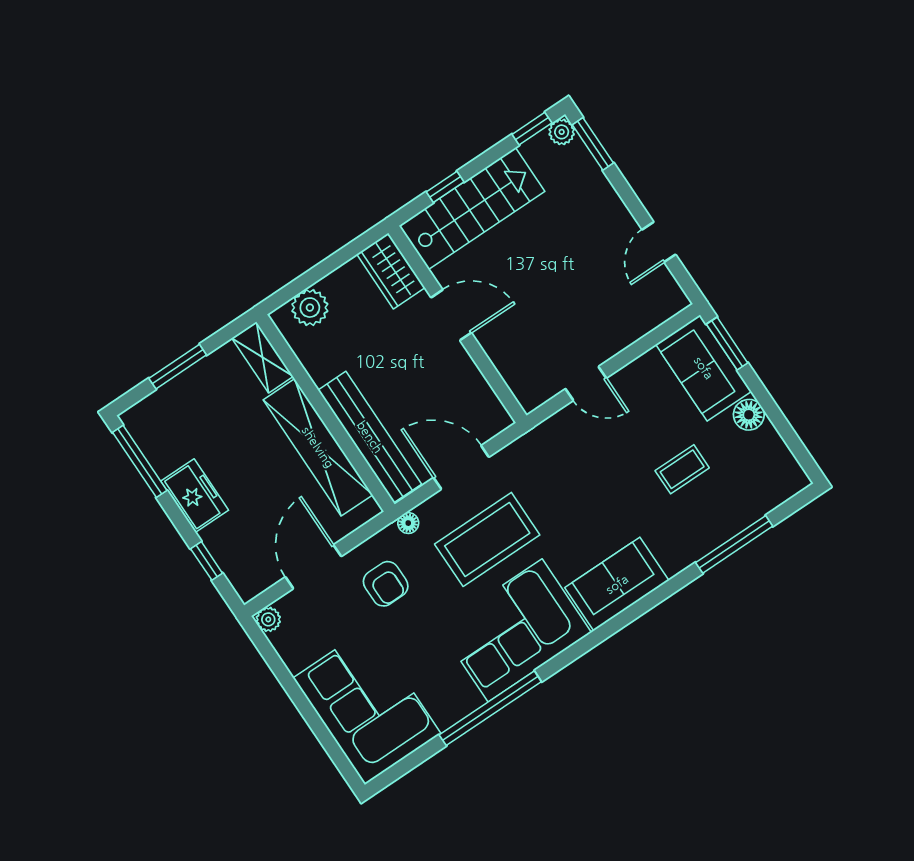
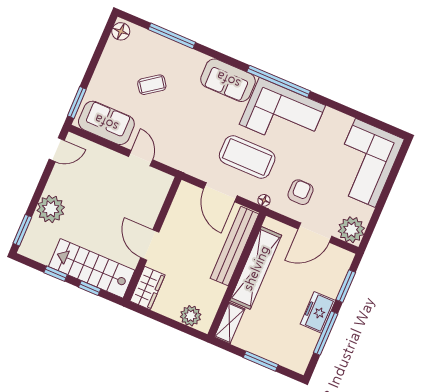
window: (532, 129) -> (56, 274), moved
plant: (562, 132) -> (51, 209), moved, width x1.87, depth x1.87
door: (659, 242) -> (57, 150), moved
sofa: (704, 368) -> (106, 123), moved, turned -90
floor lamp: (749, 415) -> (121, 31), moved
window: (140, 461) -> (326, 333), moved
coffee table: (682, 469) -> (152, 85), turned -36
window: (207, 561) -> (346, 286), width x1.50
plant: (268, 619) -> (351, 230), width x1.87, depth x1.87
window: (490, 708) -> (279, 81), moved

